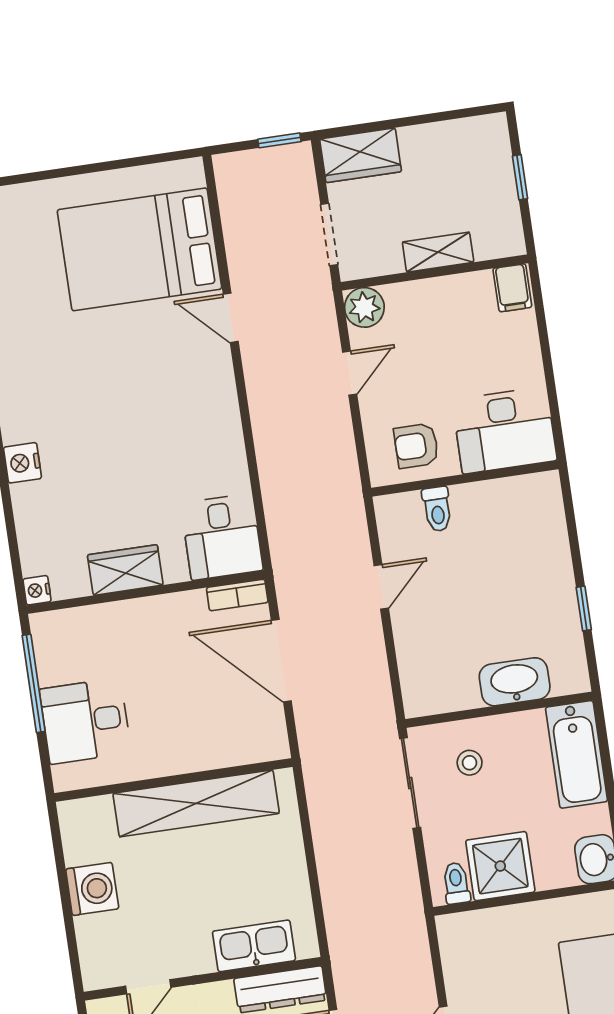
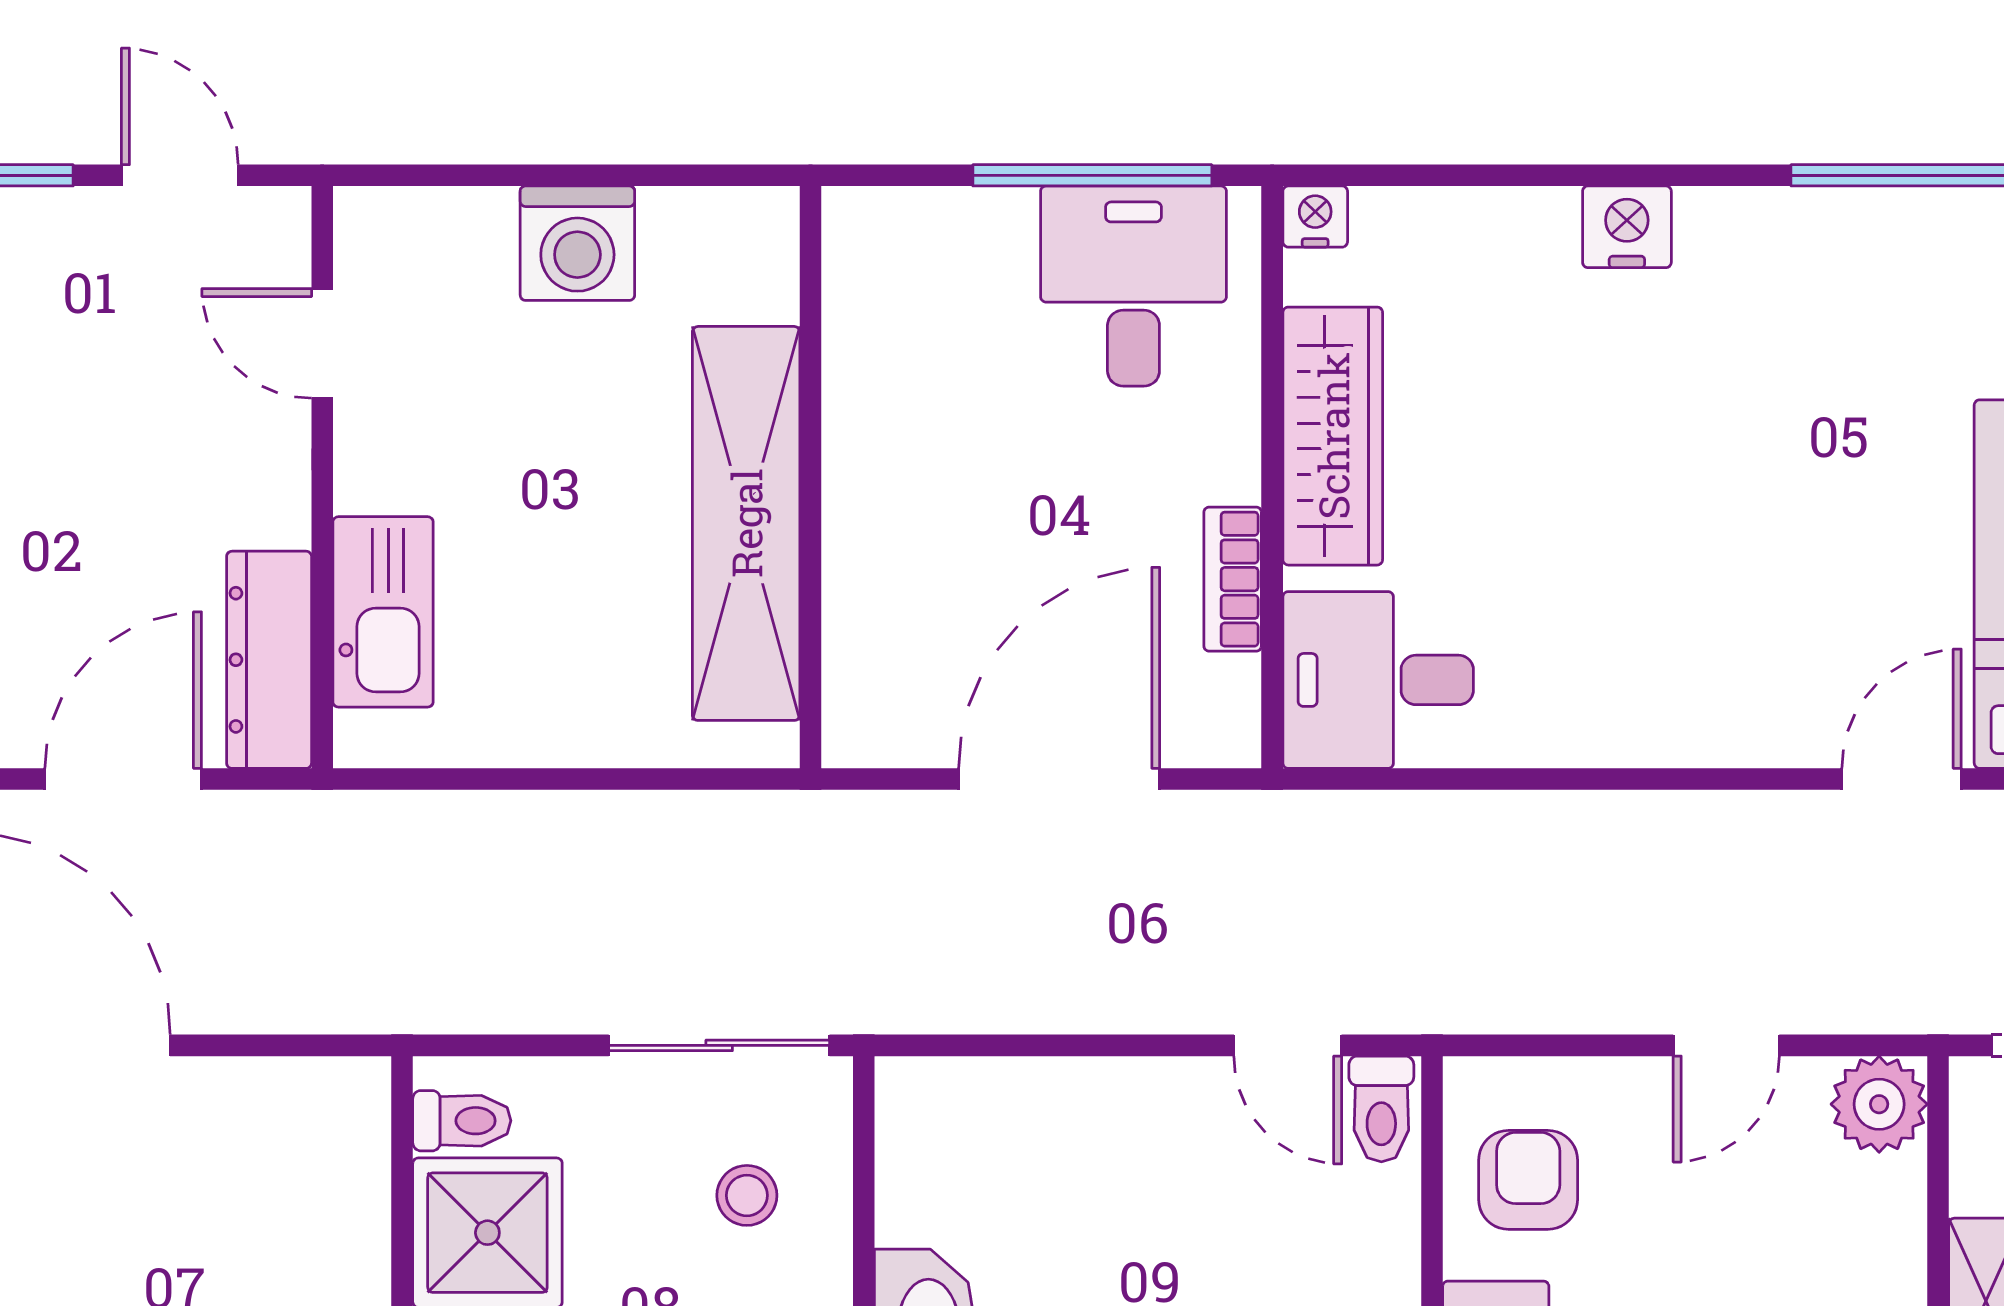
door: (350, 373) -> (1726, 1045), hinge flipped
toilet: (437, 509) -> (1381, 1109), moved, turned -90
wardrobe: (125, 570) -> (1333, 436), width x1.50
door: (381, 587) -> (1288, 1045), moved
bookcase: (237, 595) -> (1233, 579), moved
desk: (85, 721) -> (1133, 286), moved

